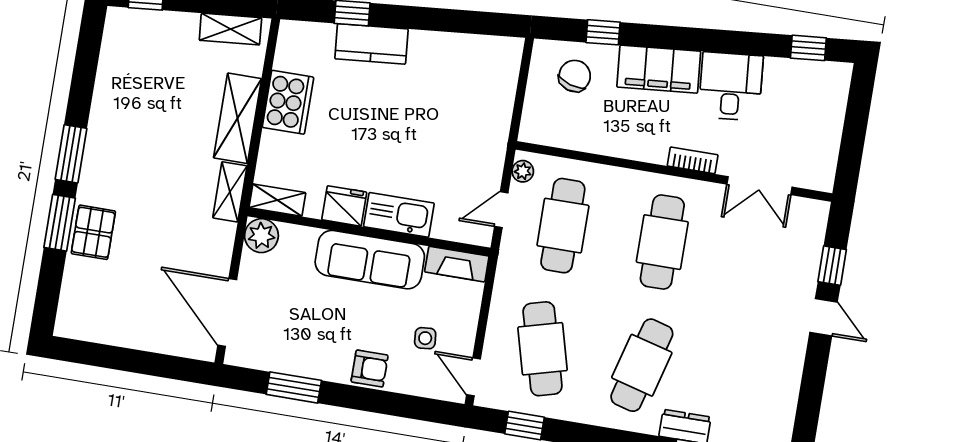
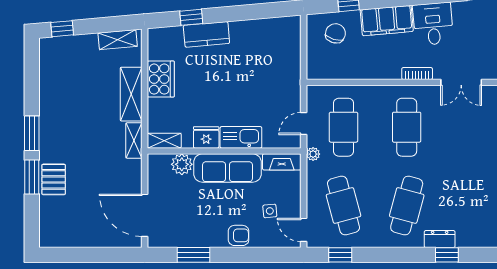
plant: (523, 171) -> (313, 154), moved
plant: (261, 236) -> (182, 164), moved

